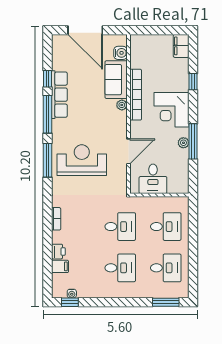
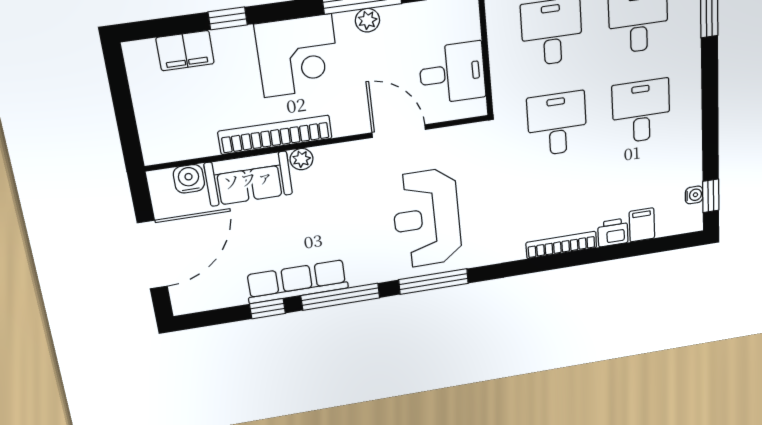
filing cabinet: (181, 46) -> (185, 51), moved
bookcase: (56, 219) -> (561, 245), width x1.56

